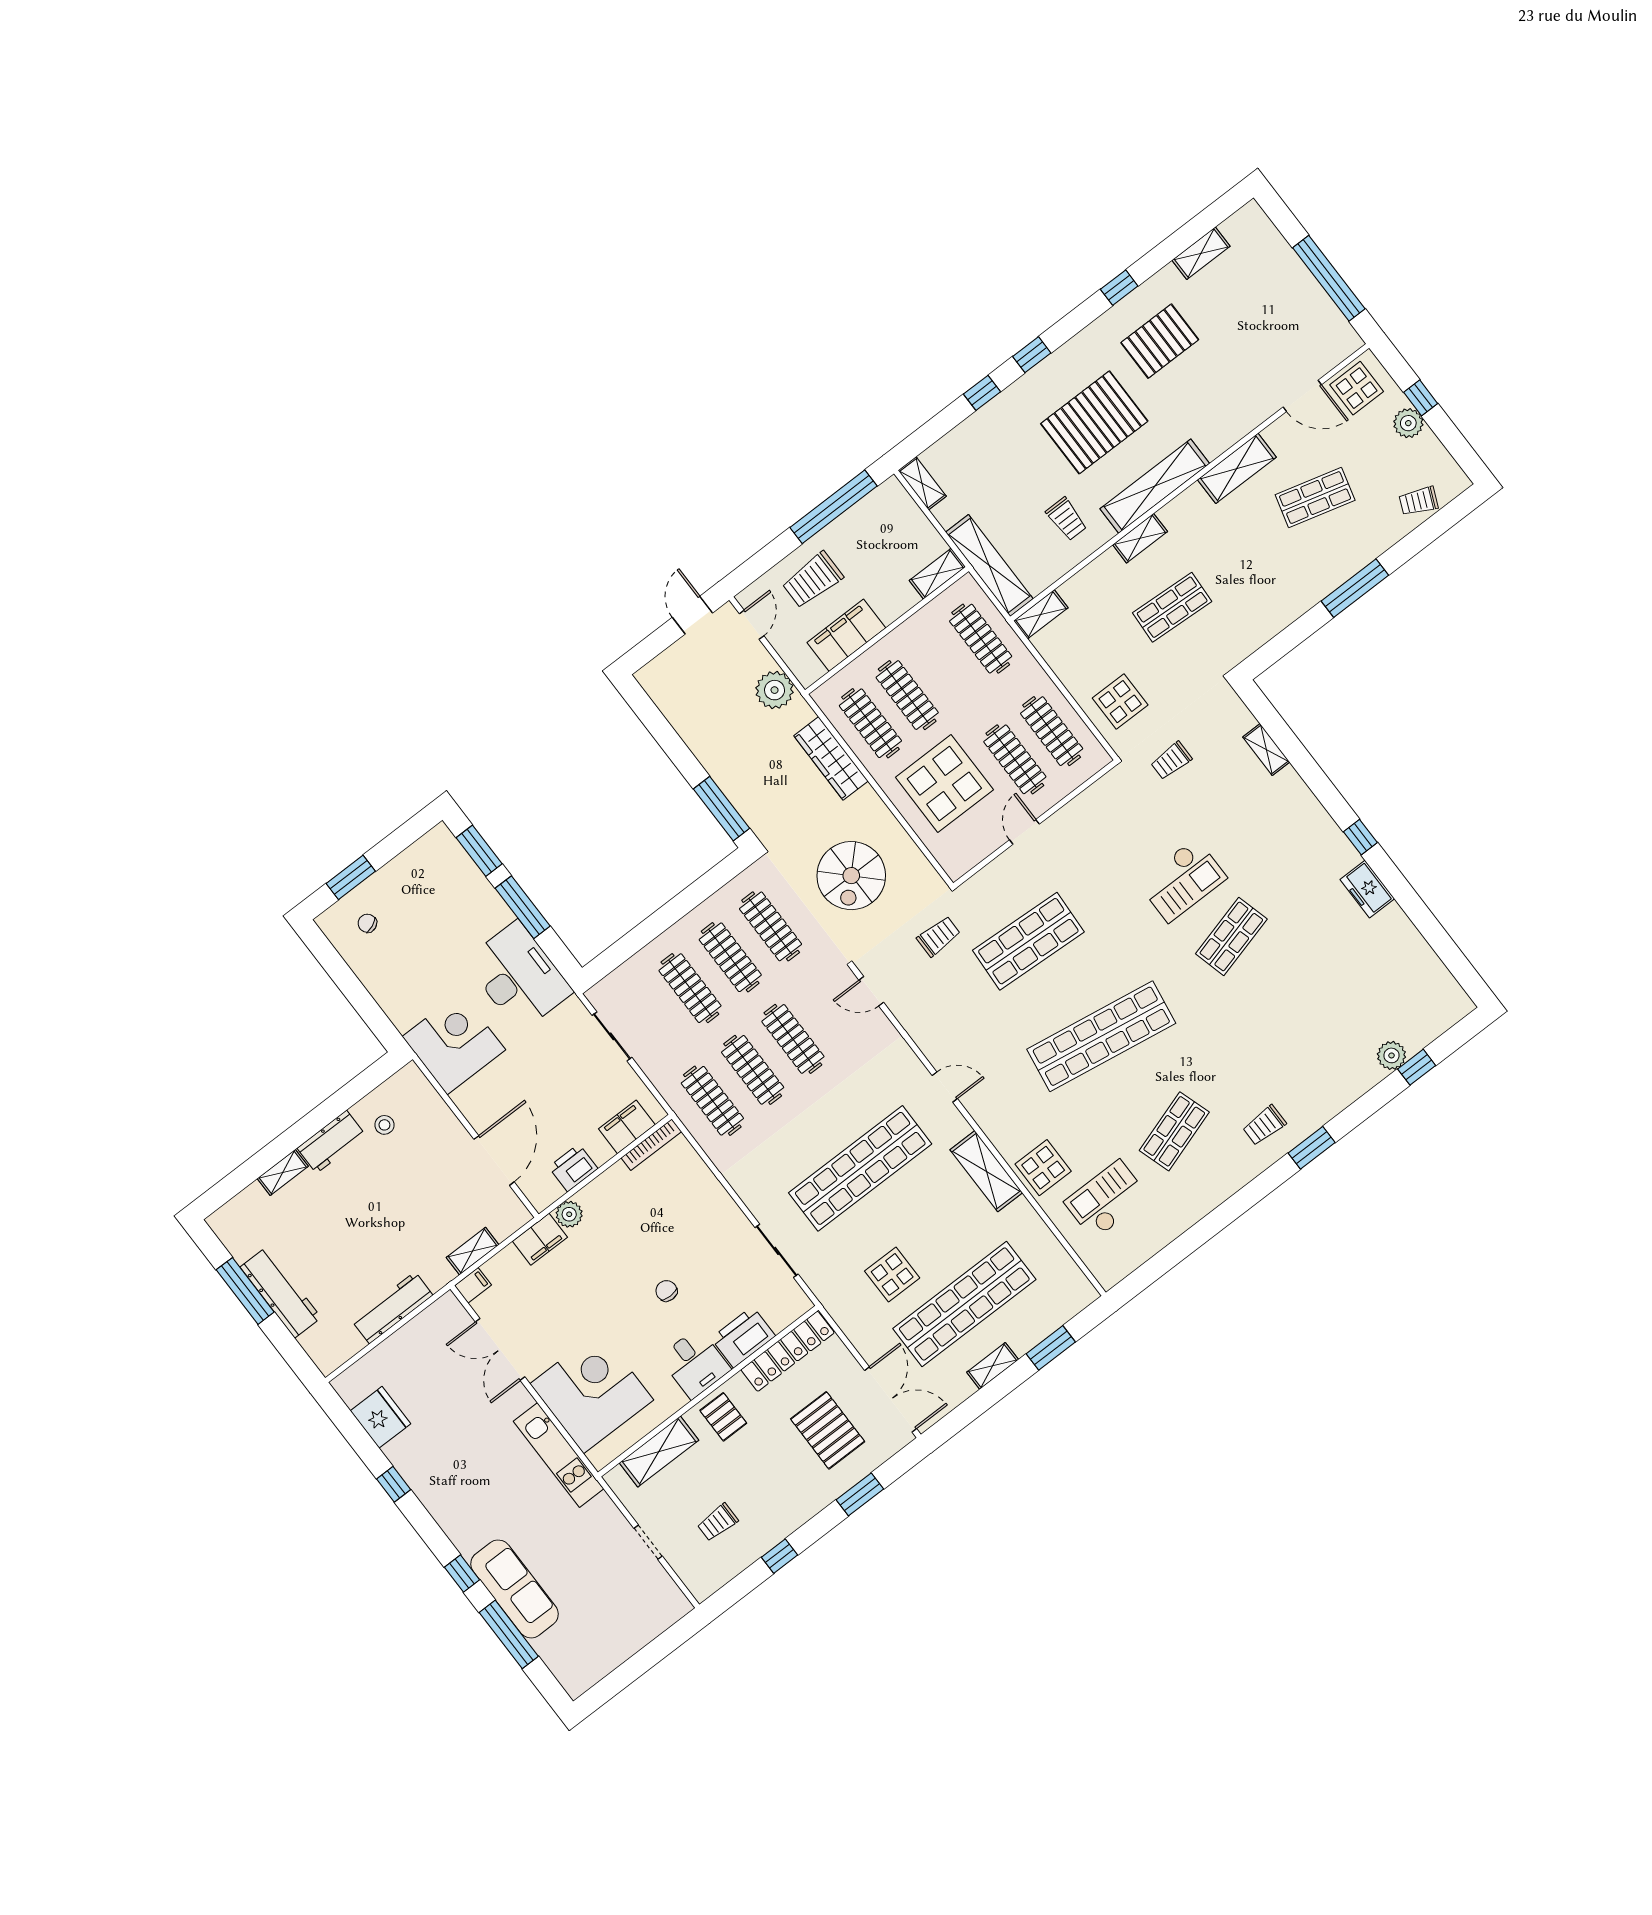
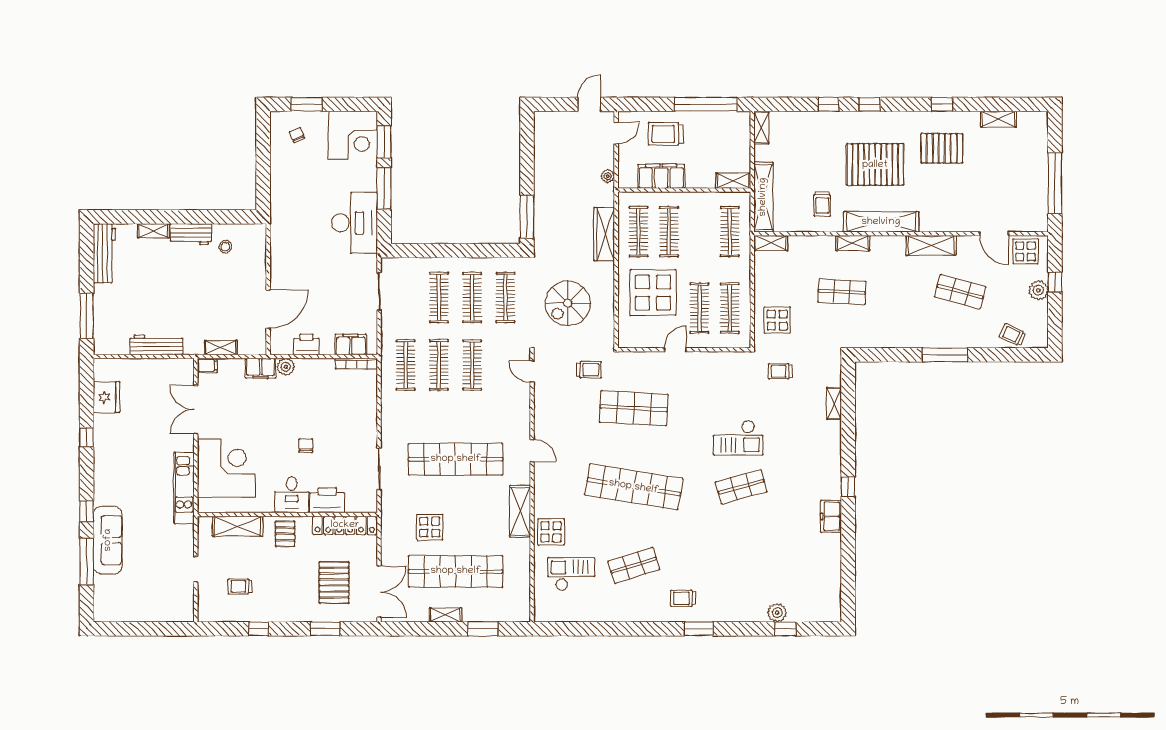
plant: (775, 690) -> (608, 176), width x0.53, depth x0.53
corner desk: (454, 1043) -> (353, 135), moved, turned 90
window: (245, 1291) -> (87, 316), moved
workbench: (281, 1292) -> (104, 253), moved

